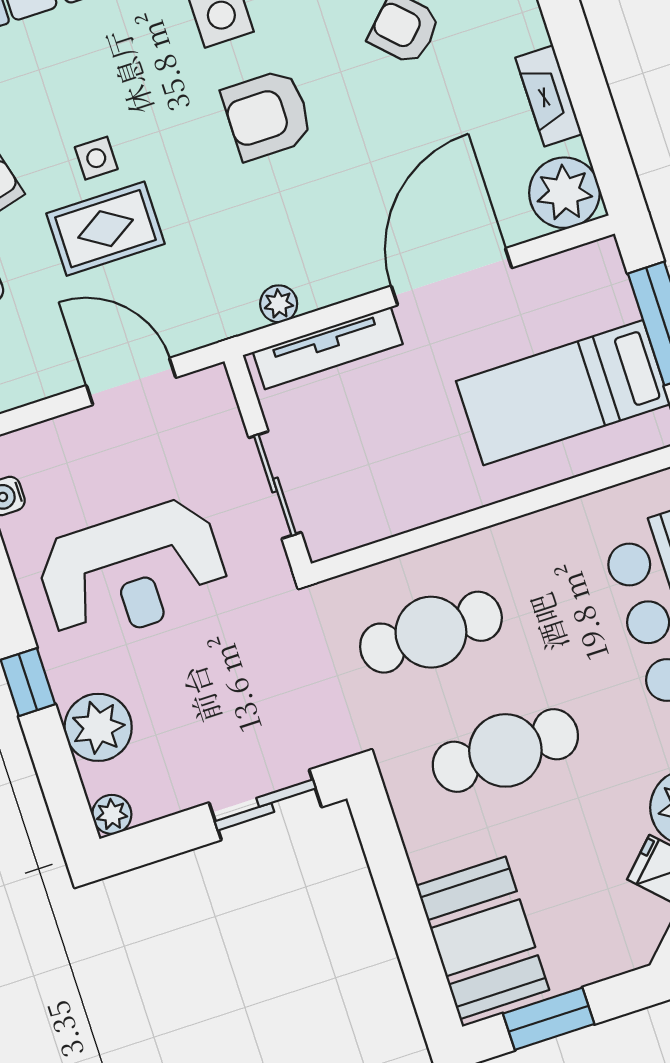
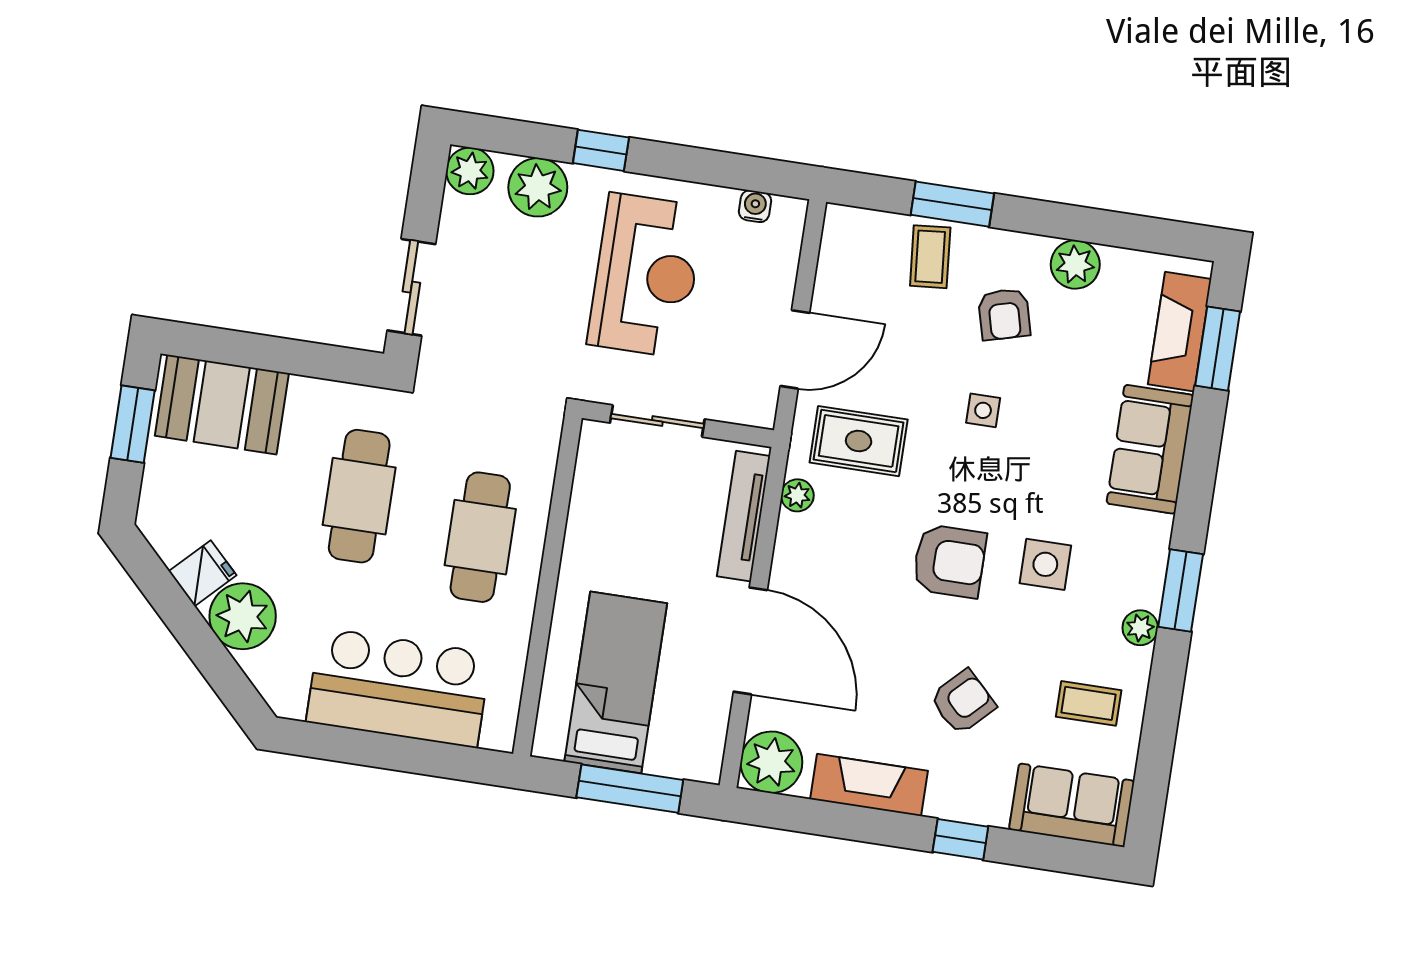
fireplace: (549, 96) -> (869, 785), width x1.37, depth x1.32
armchair: (267, 115) -> (949, 561), turned 90
rug: (106, 229) -> (859, 441), moved, turned 90
reception desk: (132, 572) -> (646, 275), turned 180
cafe table: (431, 632) -> (480, 537), moved
plant: (112, 814) -> (470, 171), width x1.38, depth x1.38

